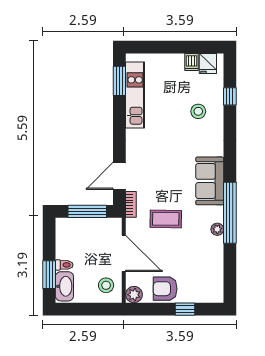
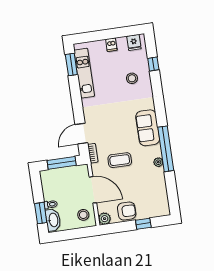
dishwasher: (191, 62) -> (111, 45), moved
armchair: (165, 289) -> (127, 211), turned 180

